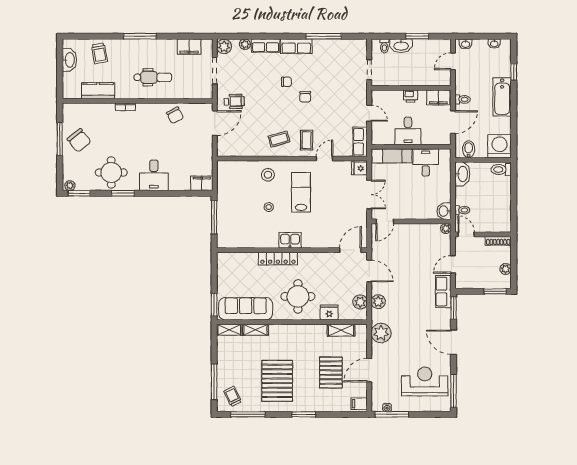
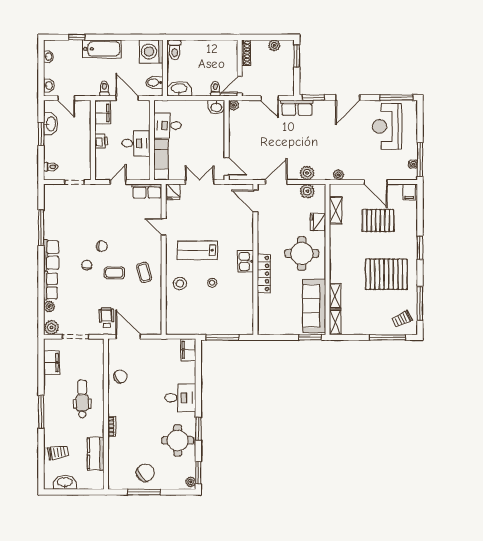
washbasin: (401, 46) -> (51, 124), moved
coffee table: (307, 140) -> (114, 273), moved
plant: (381, 333) -> (338, 175), width x0.53, depth x0.53

